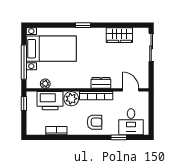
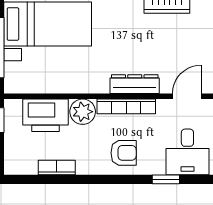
dresser: (101, 83) -> (135, 84), width x1.44
plant: (45, 84) -> (37, 85), removed
door: (131, 90) -> (187, 96), hinge flipped

